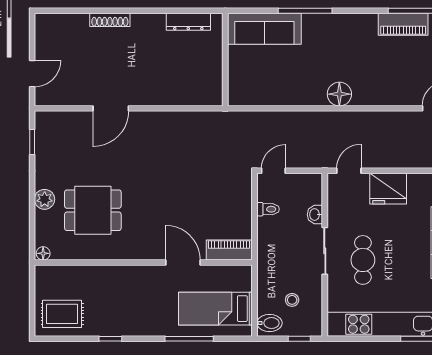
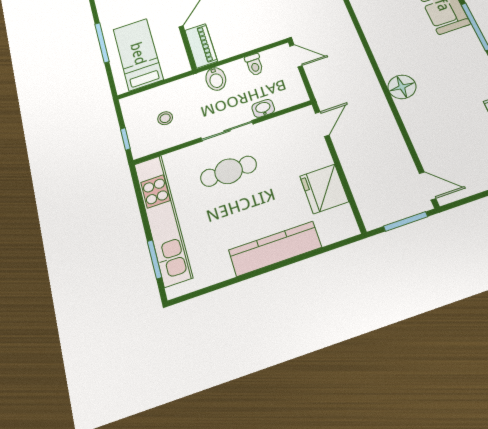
door: (349, 171) -> (322, 124), hinge flipped
fridge: (388, 189) -> (324, 189), moved
bidet: (269, 323) -> (216, 79), moved

